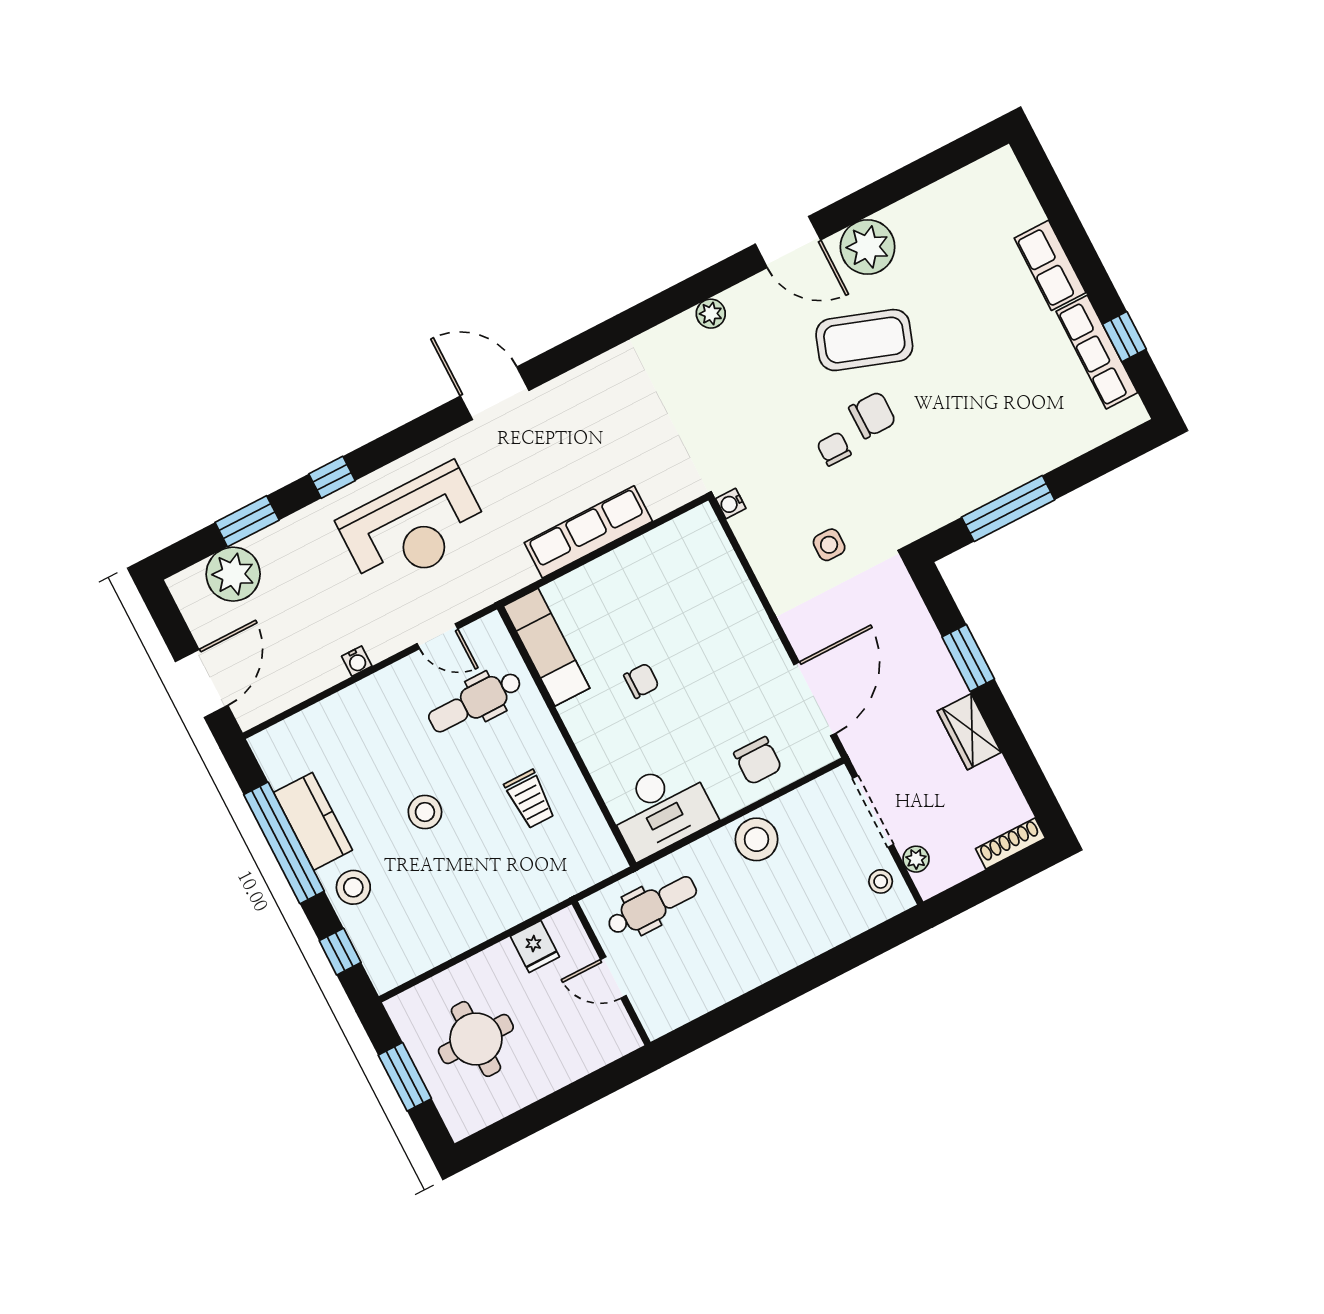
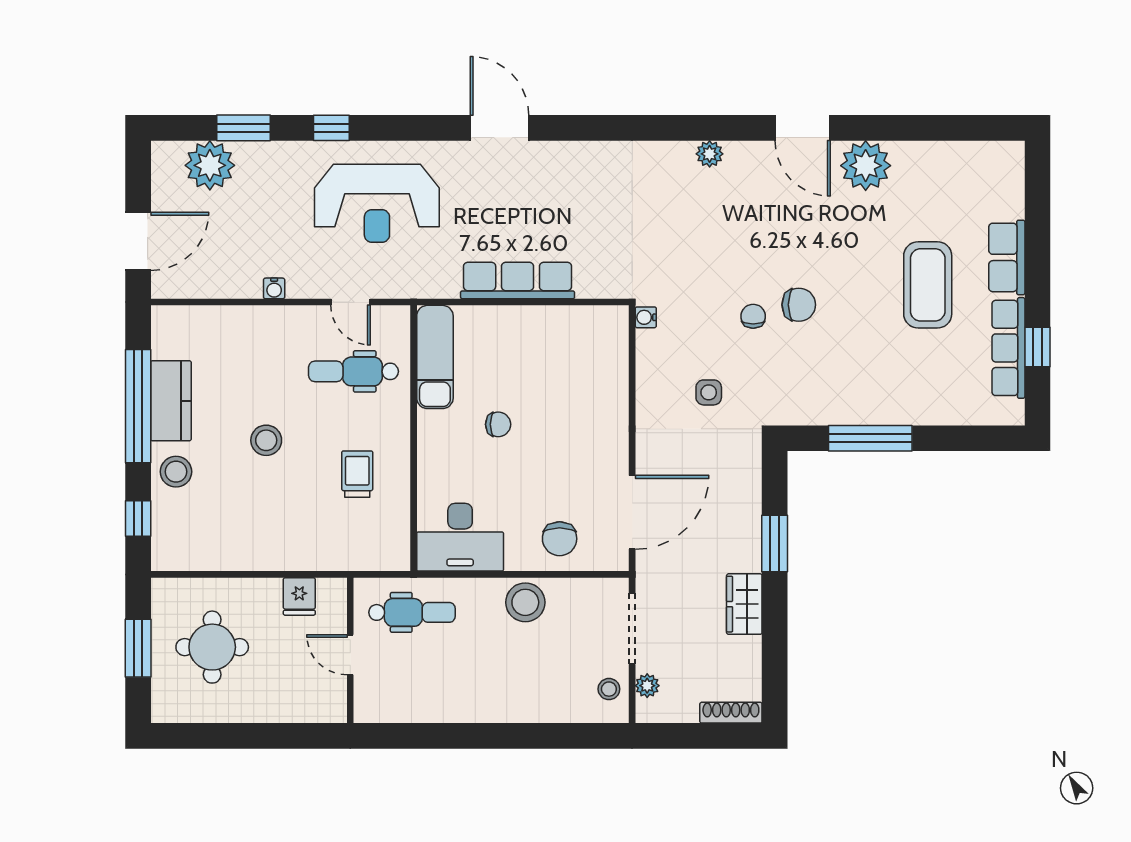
coffee table: (864, 340) -> (928, 285), moved, turned 71
trolley: (530, 799) -> (357, 474), turned 180

